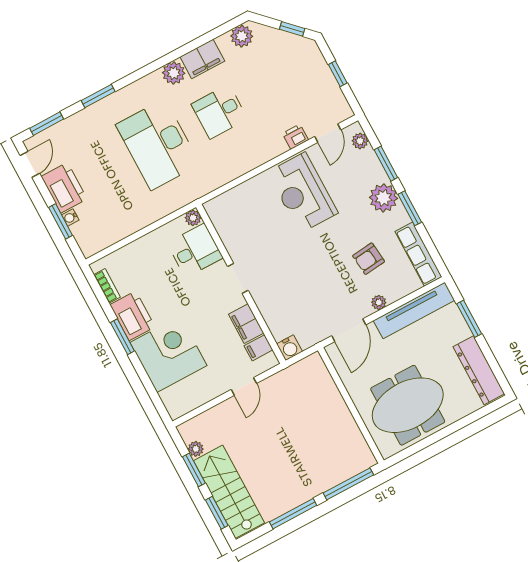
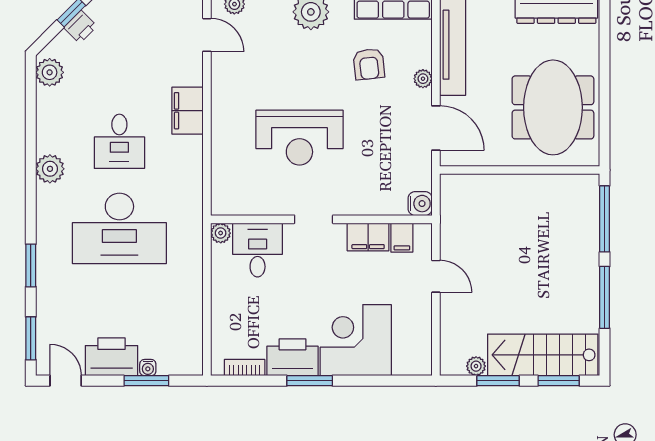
filing cabinet: (202, 59) -> (188, 111), moved, turned 180
printer: (295, 137) -> (80, 27), moved, turned -135
reception desk: (303, 193) -> (299, 138), moved

